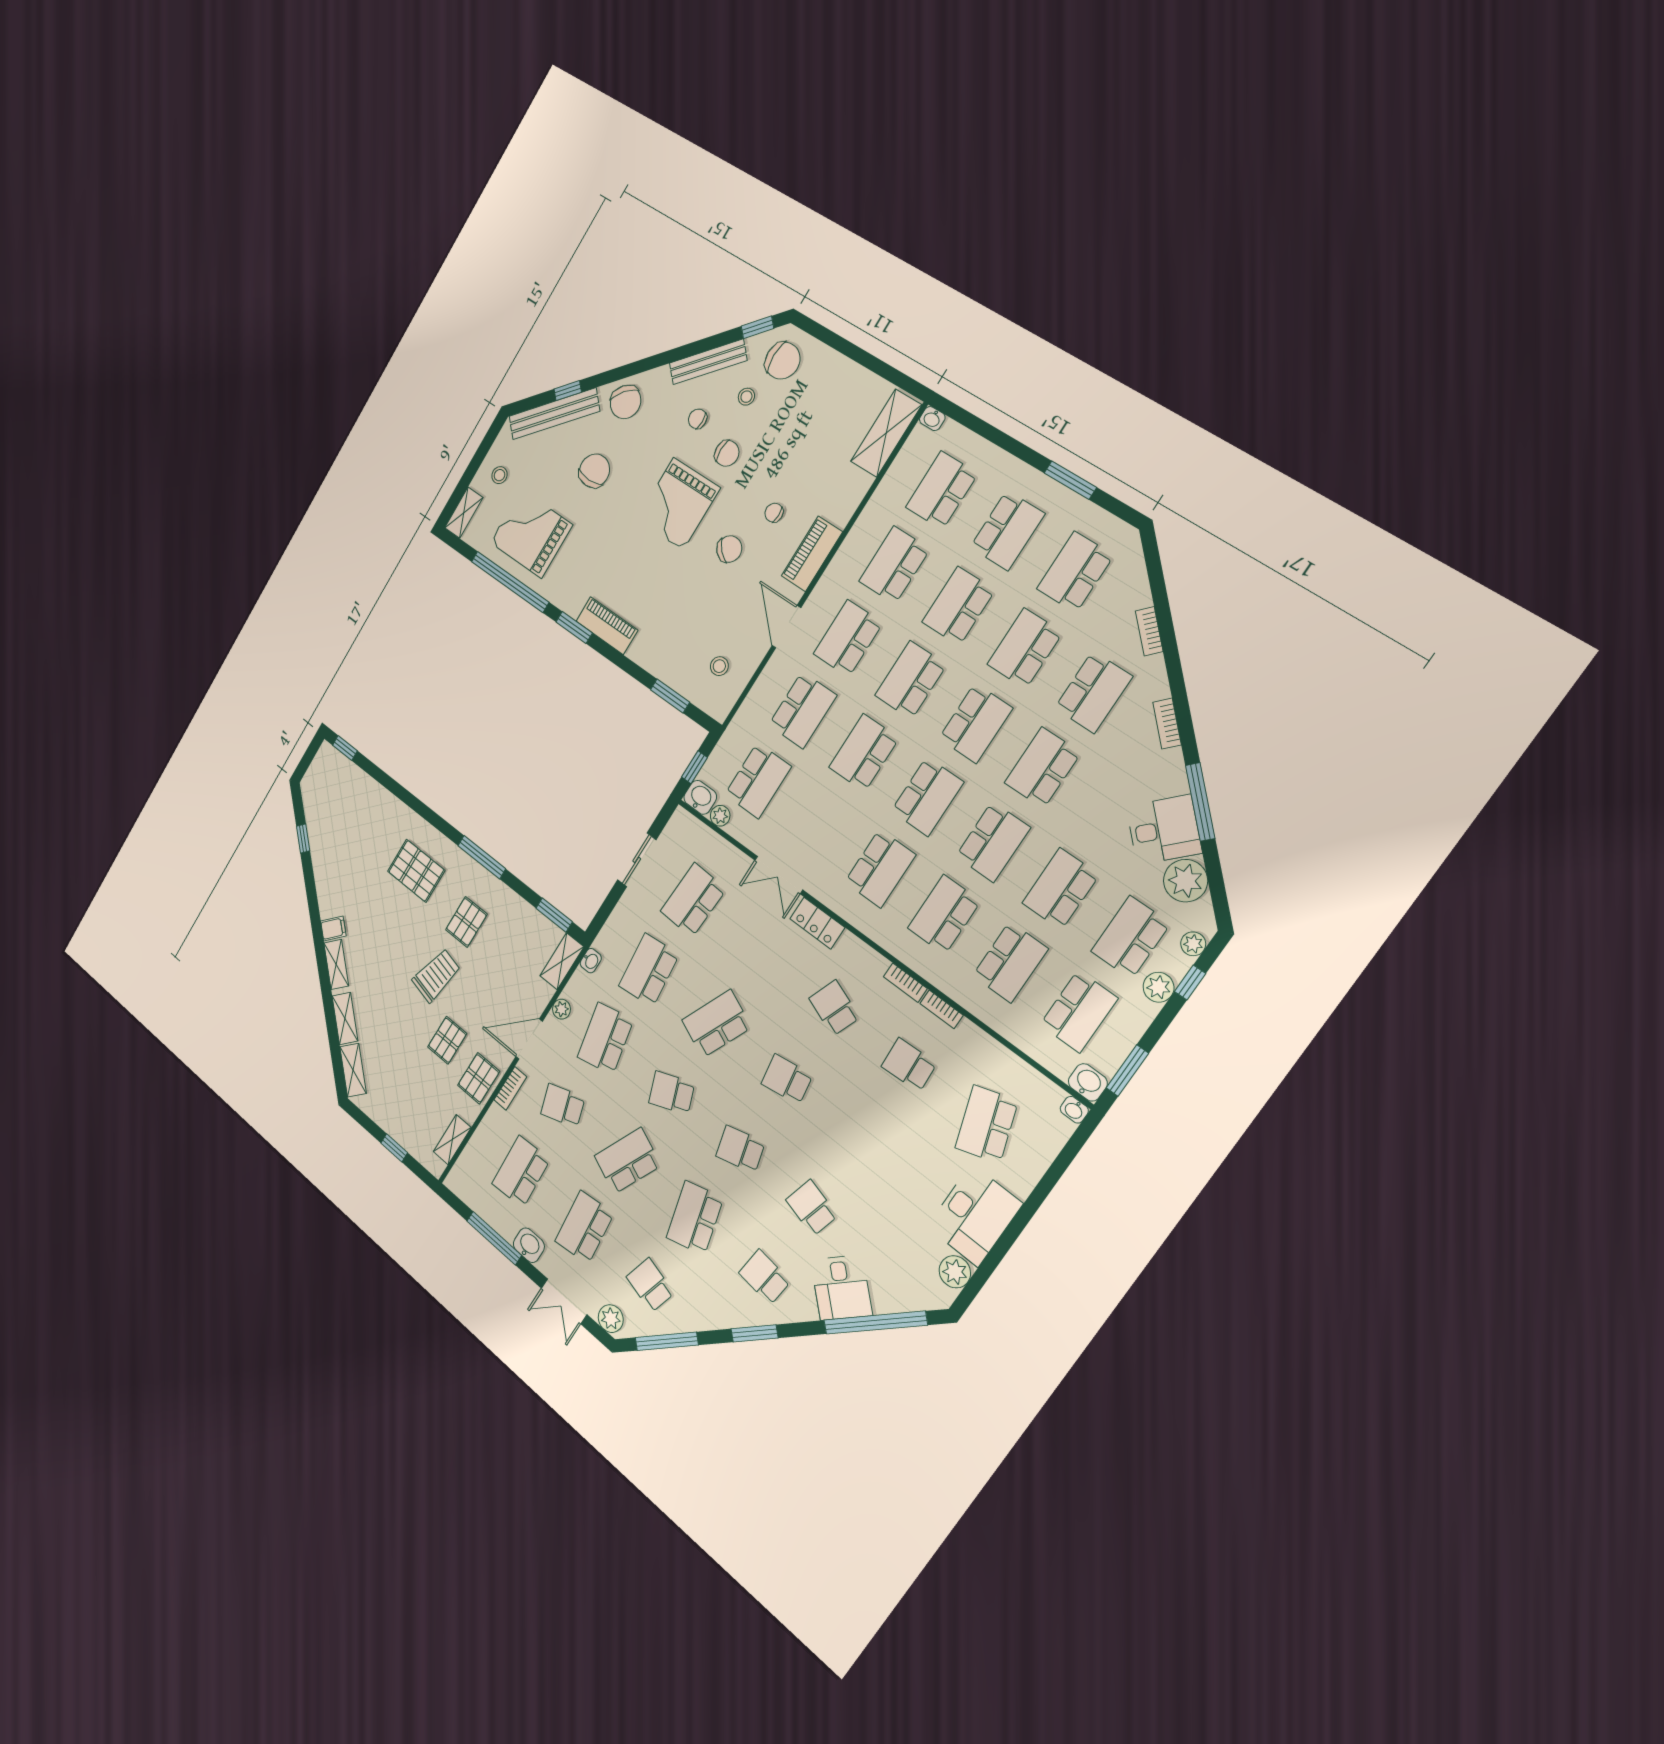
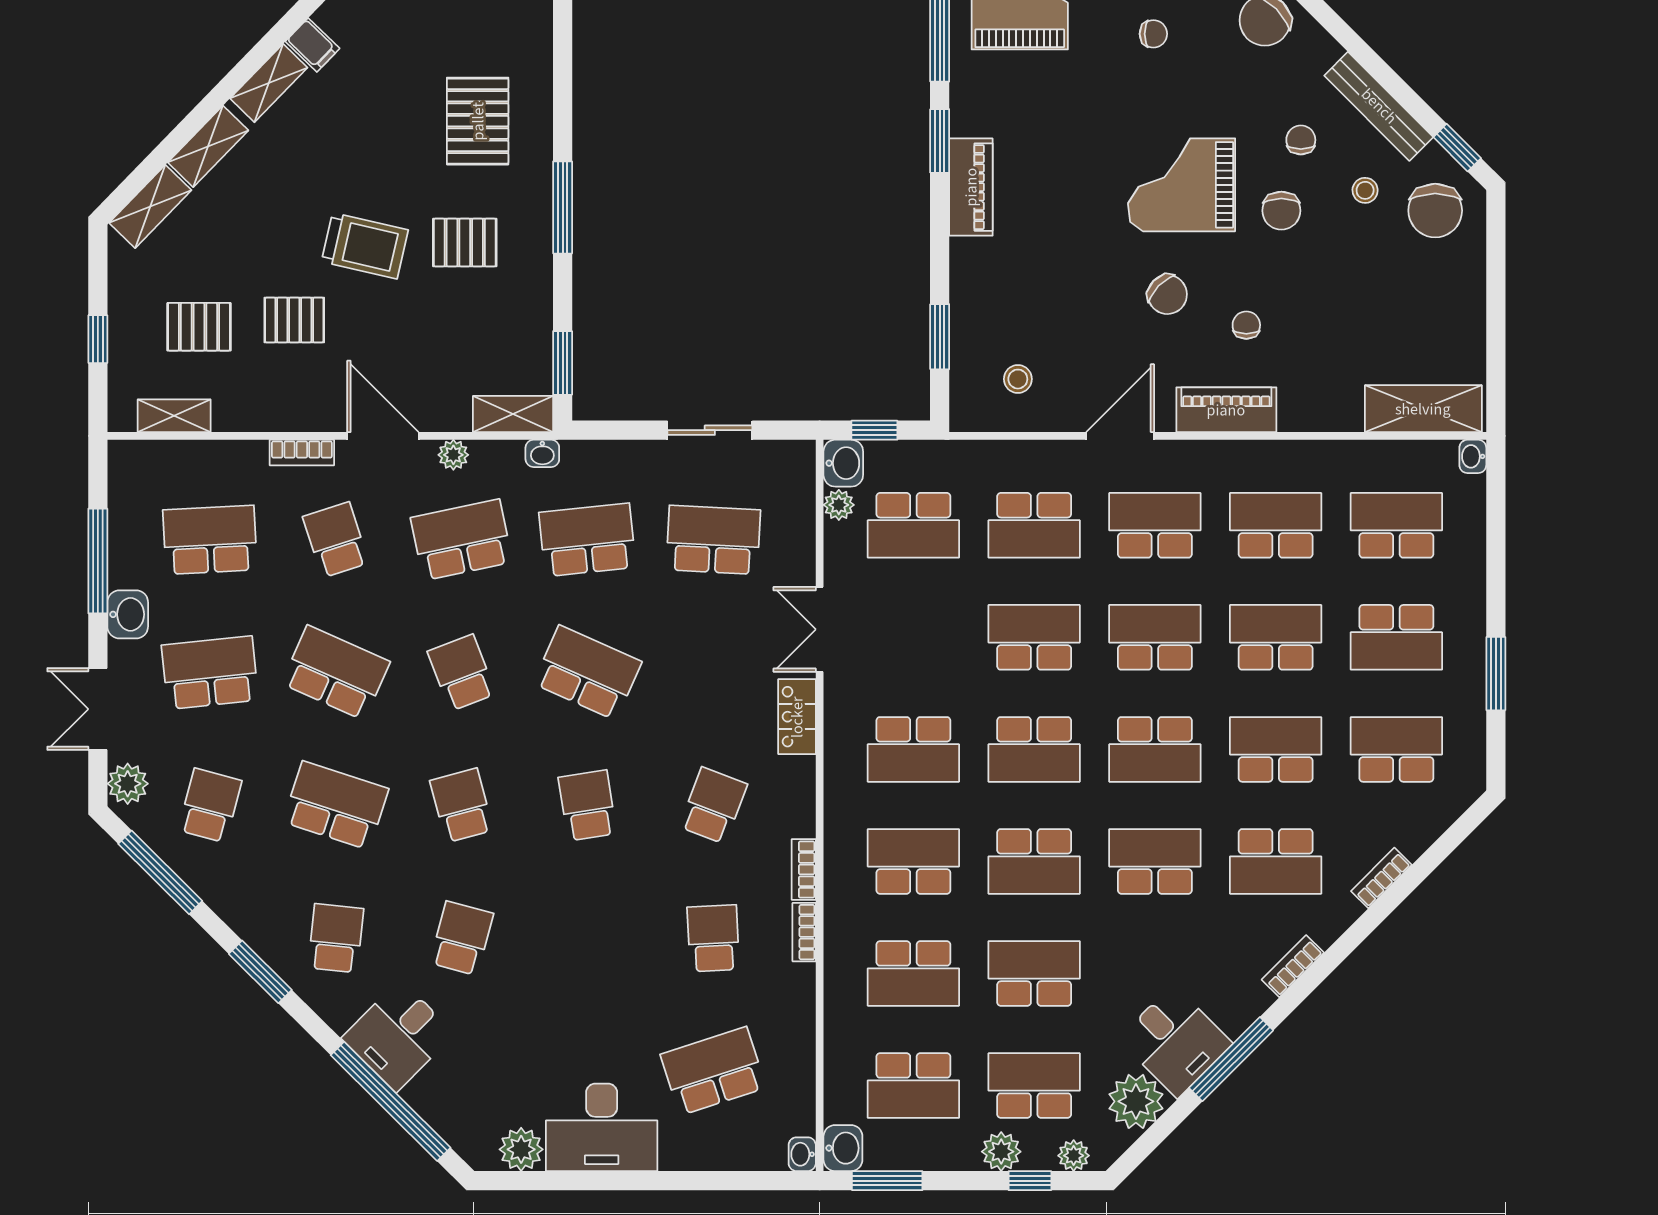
chair: (594, 471) -> (1153, 34), width x0.54, depth x0.54
pallet: (479, 1078) -> (199, 327), moved
school desk: (695, 1218) -> (336, 805), turned 33

